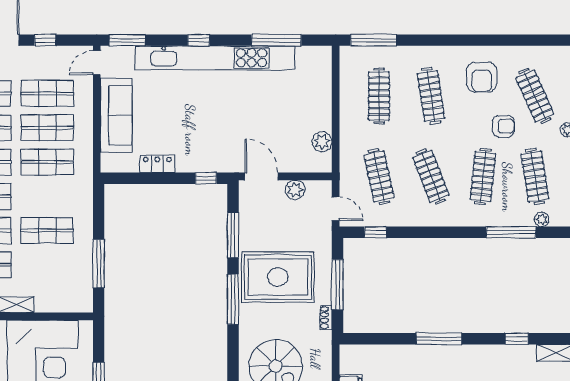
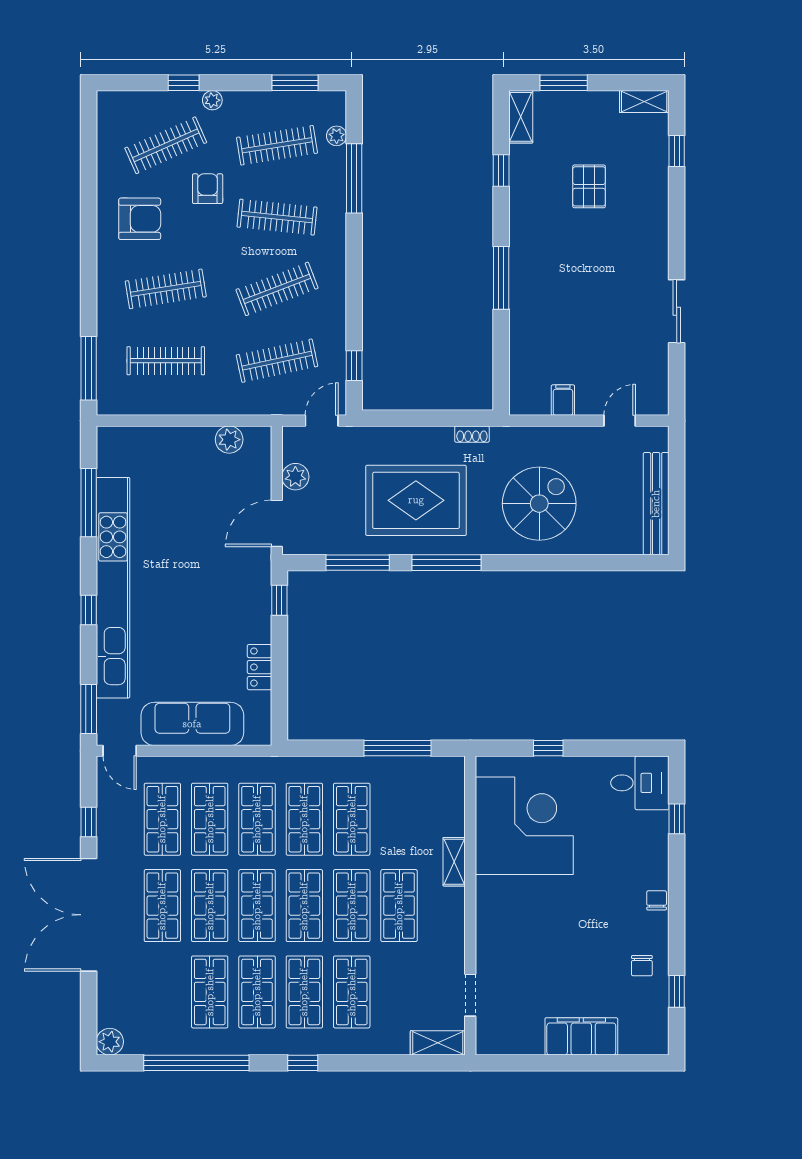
shop shelf: (47, 196) -> (304, 819), added
rug: (278, 277) -> (416, 500), turned 90
window: (338, 285) -> (426, 418), removed

